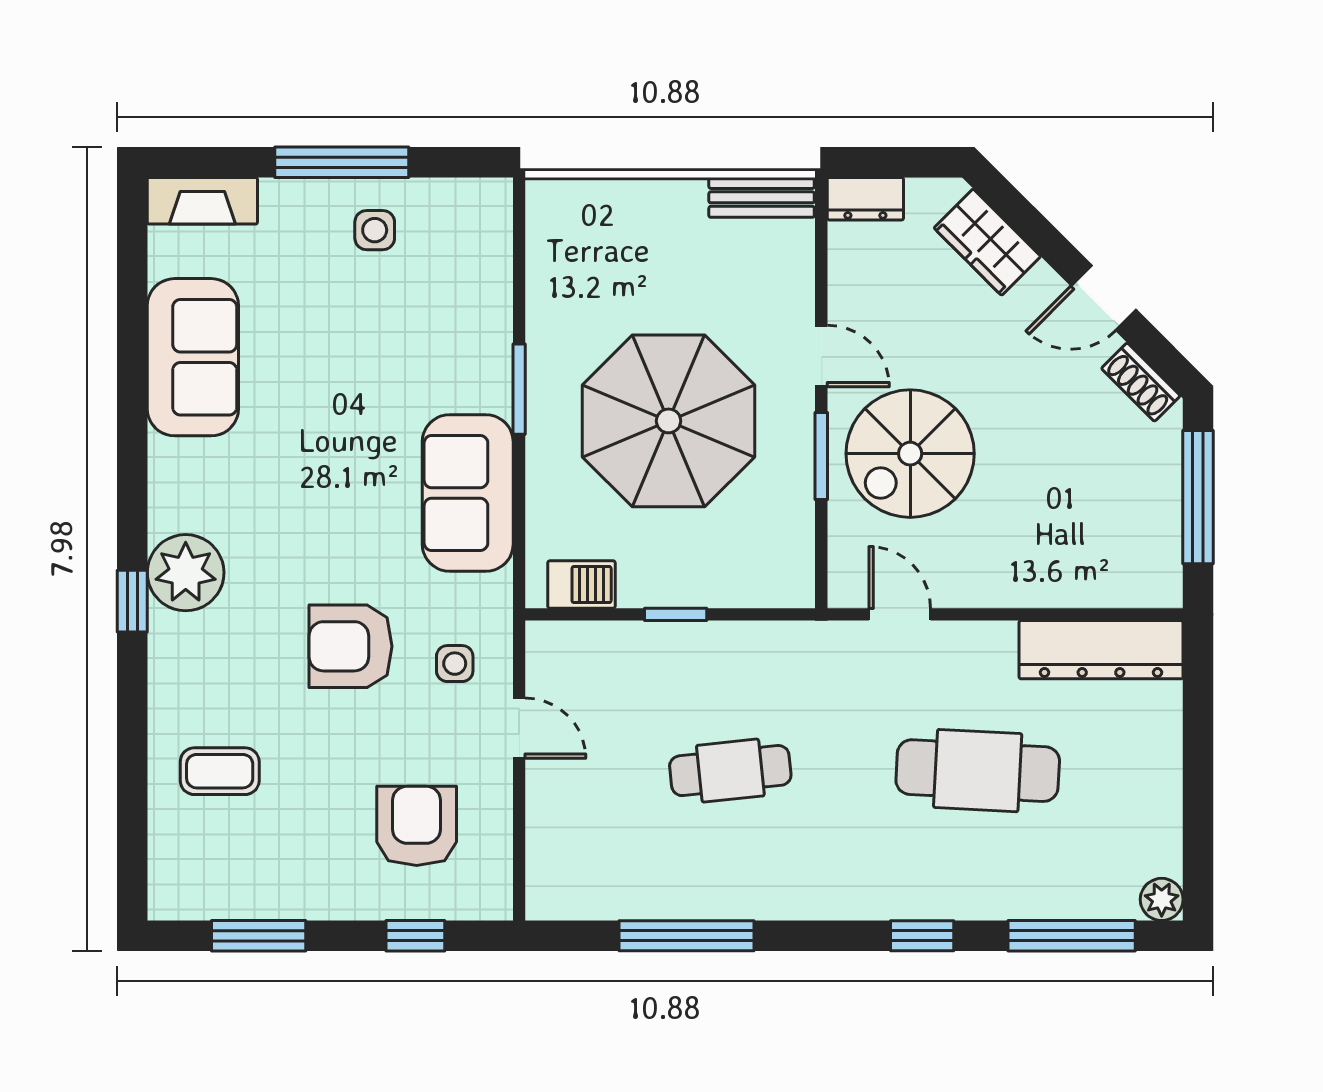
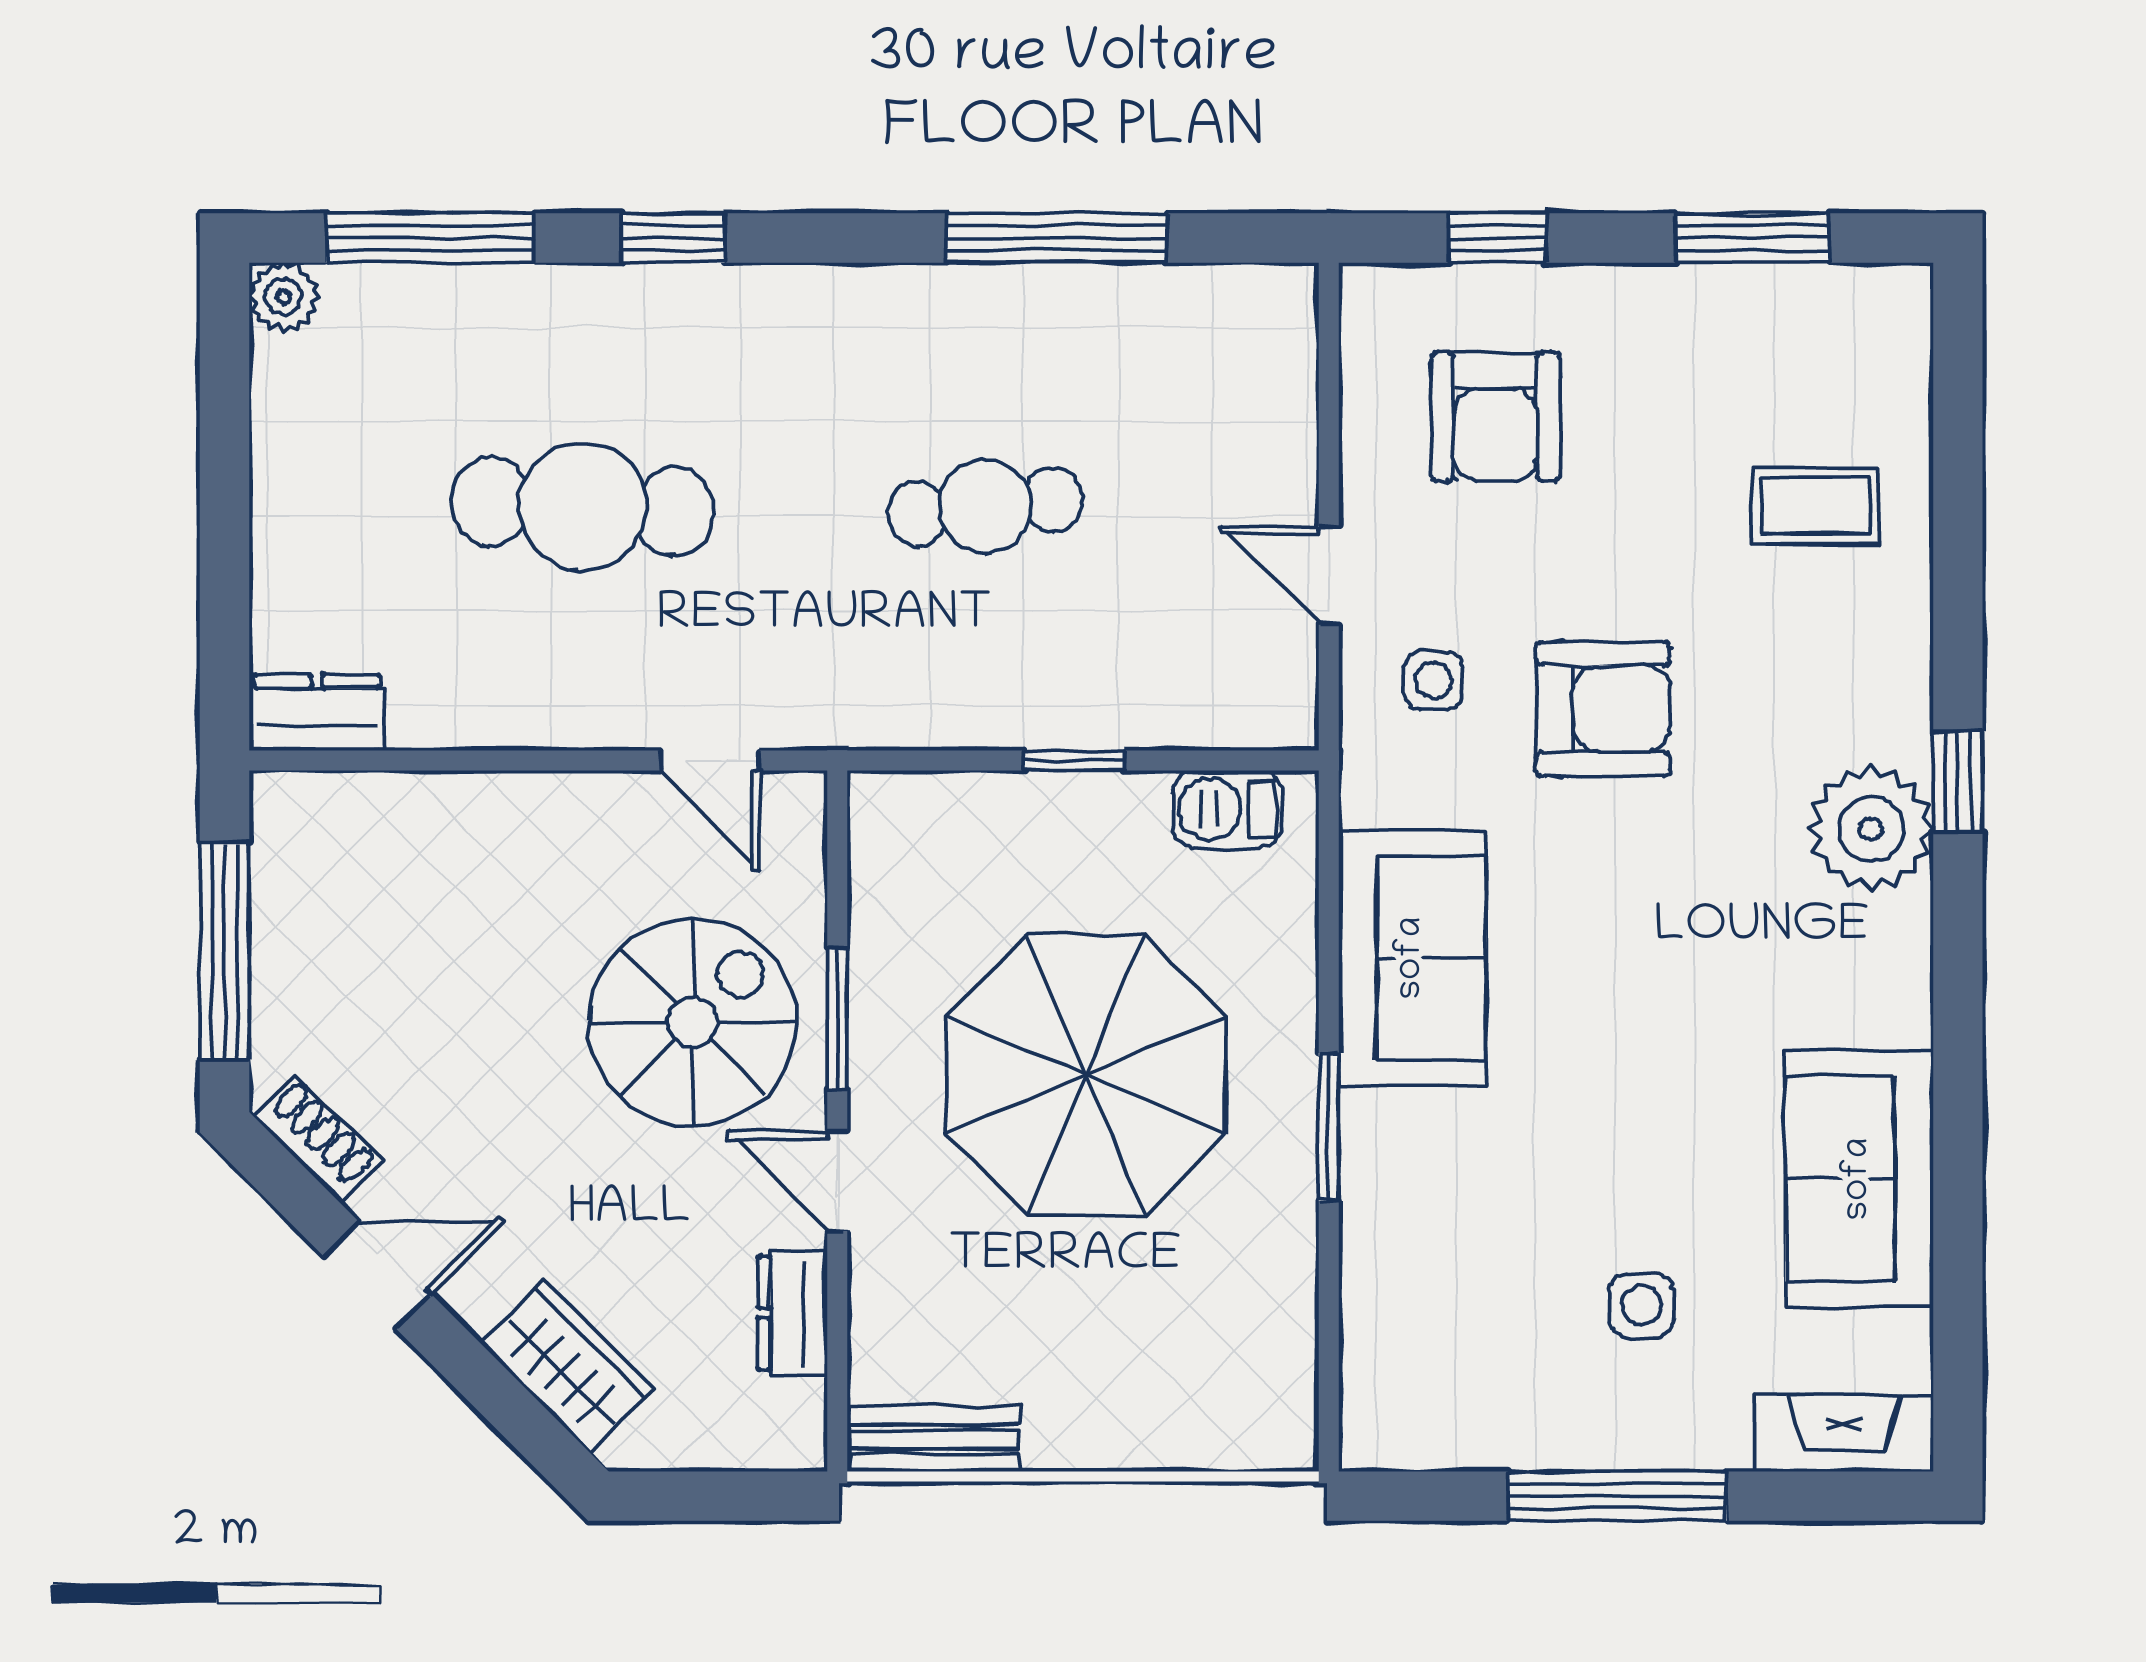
dresser: (865, 199) -> (793, 1313), moved, turned -90
side table: (375, 230) -> (1642, 1305), moved
dresser: (1101, 650) -> (317, 713), width x0.51, depth x0.80

